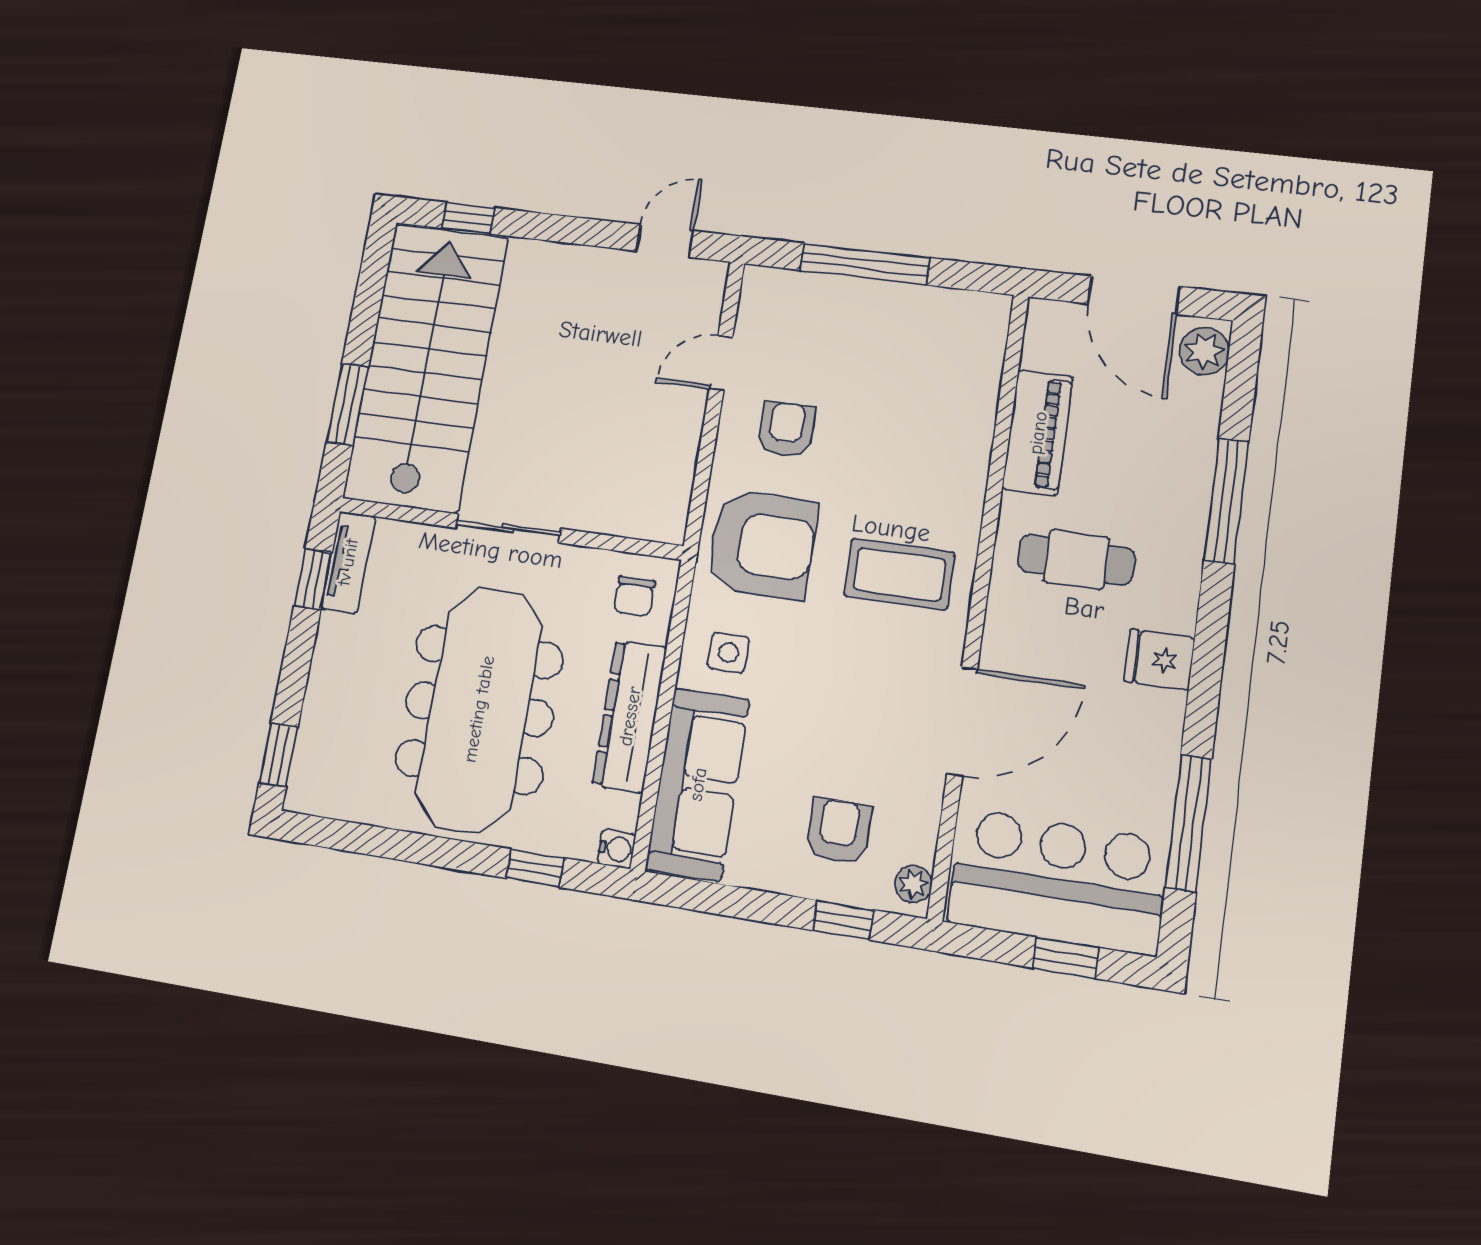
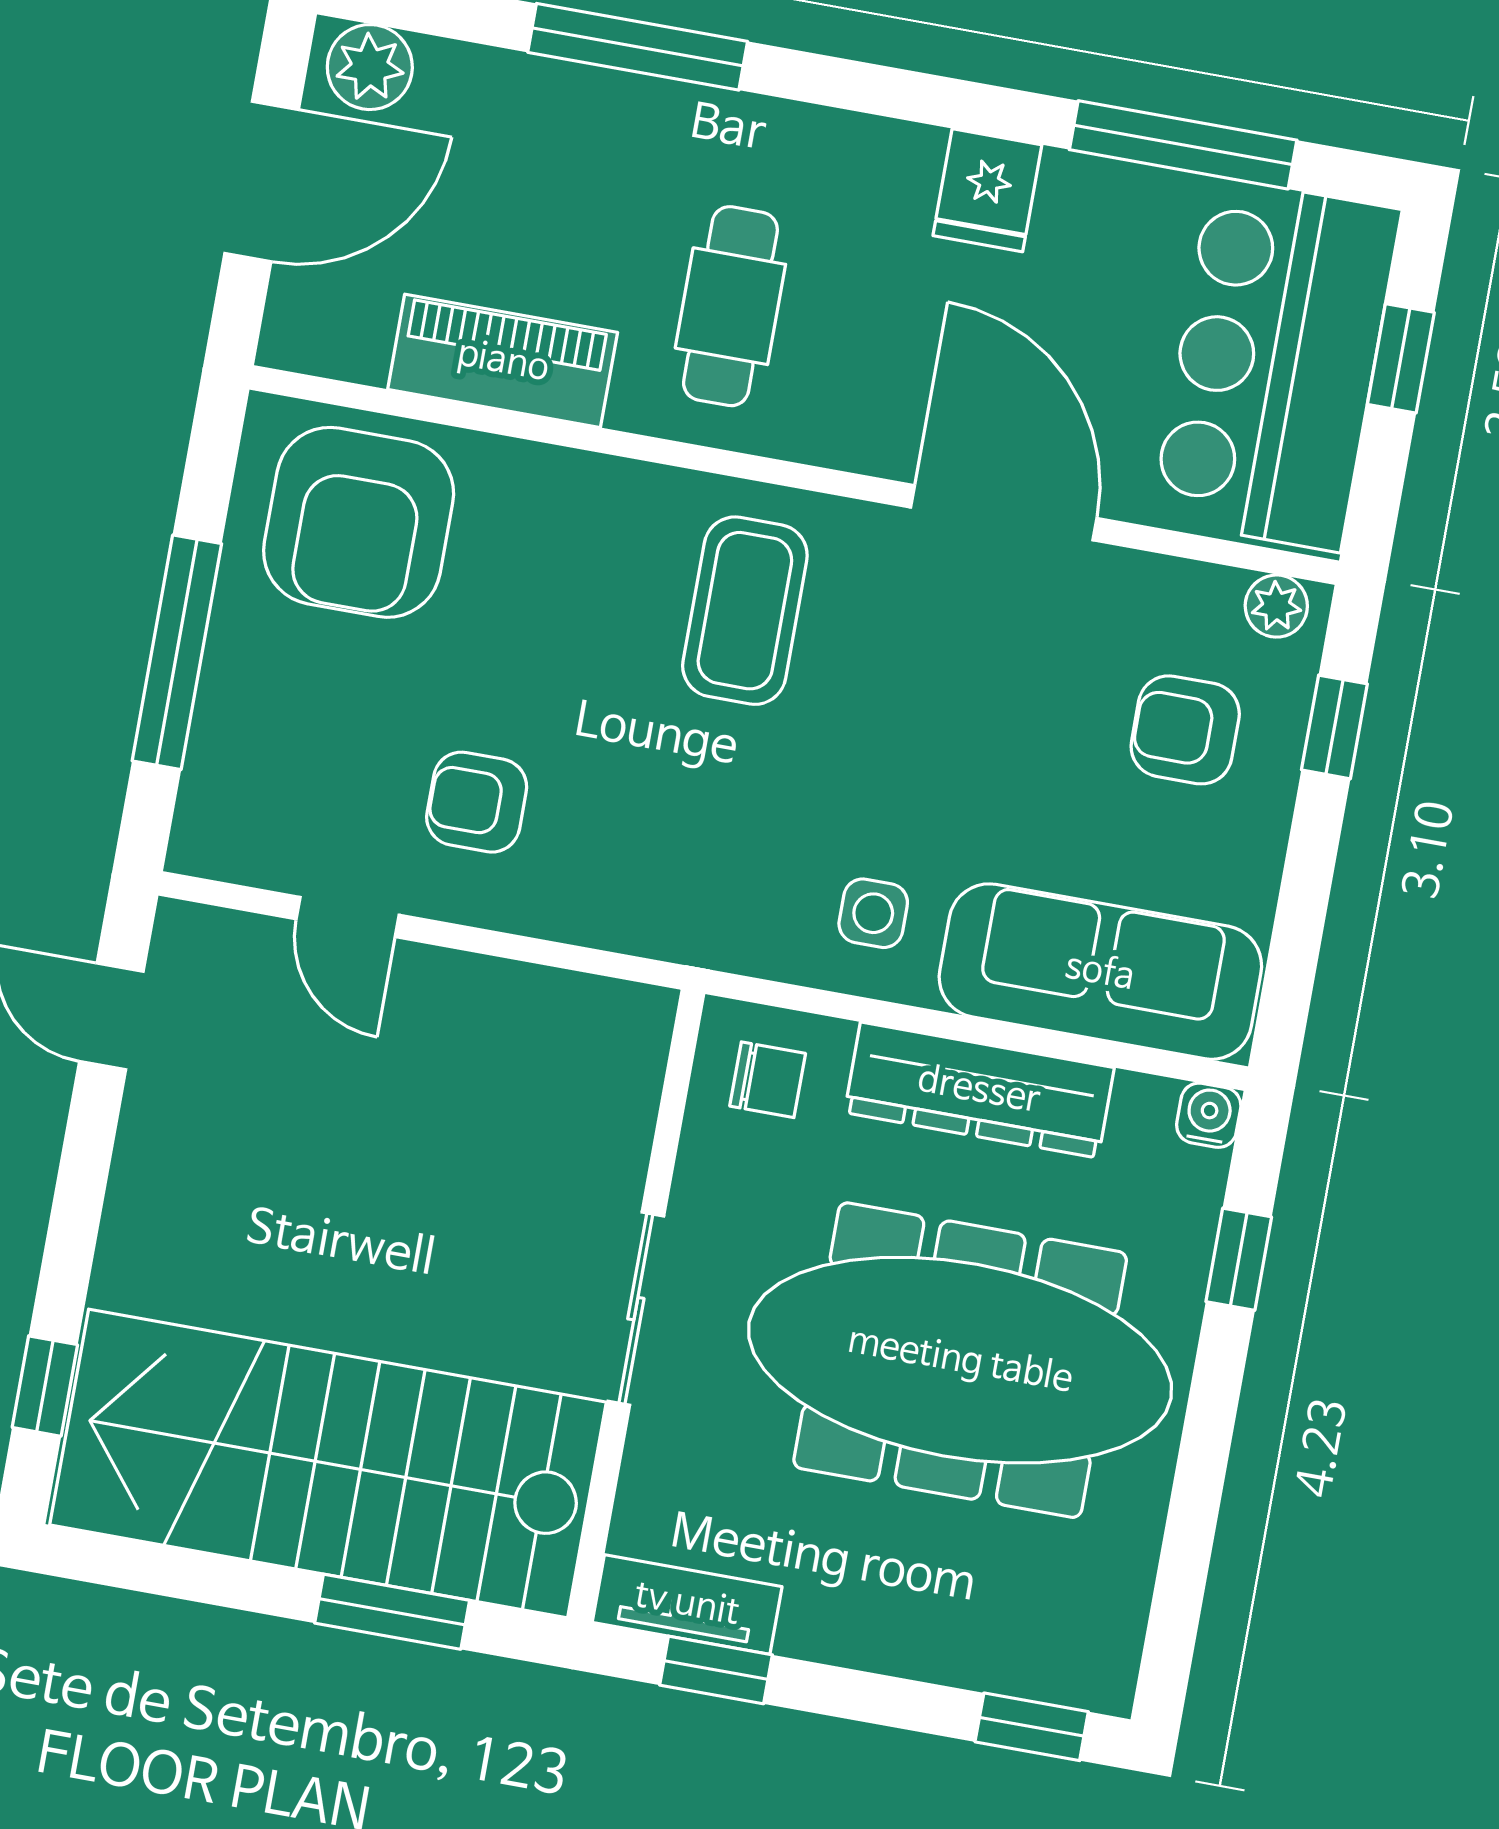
armchair: (762, 545) -> (359, 522), moved, turned 180
fridge: (1159, 660) -> (987, 190), moved

